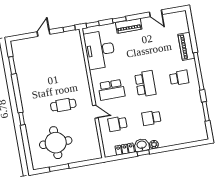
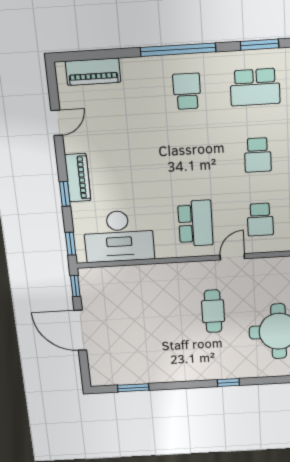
door: (44, 33) -> (80, 330), width x1.88
piano: (186, 46) -> (93, 72), moved
school desk: (145, 84) -> (255, 87), moved, turned 180

